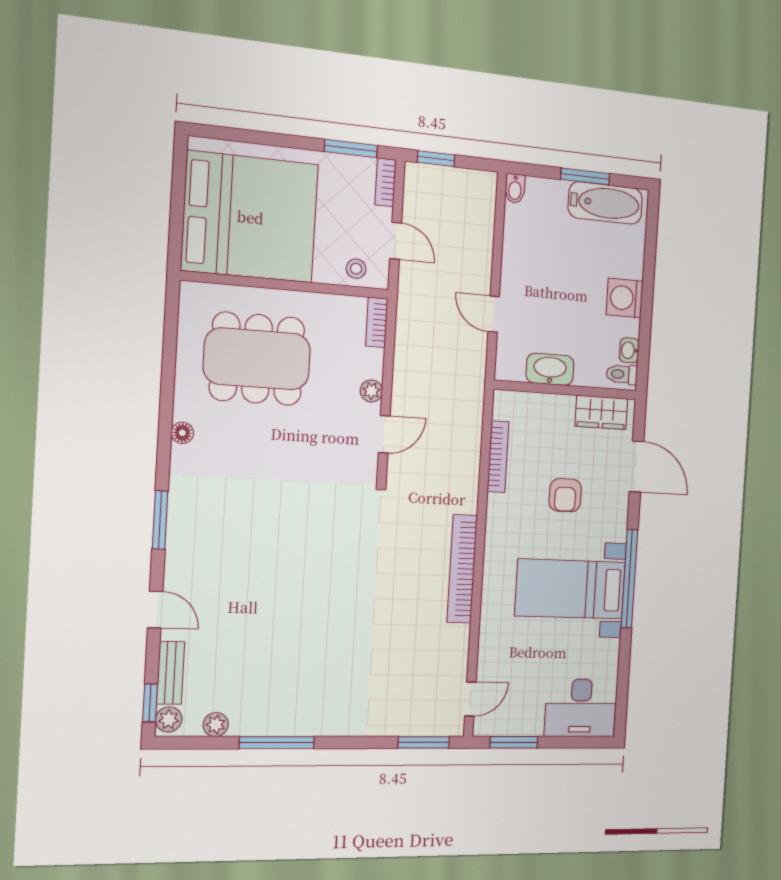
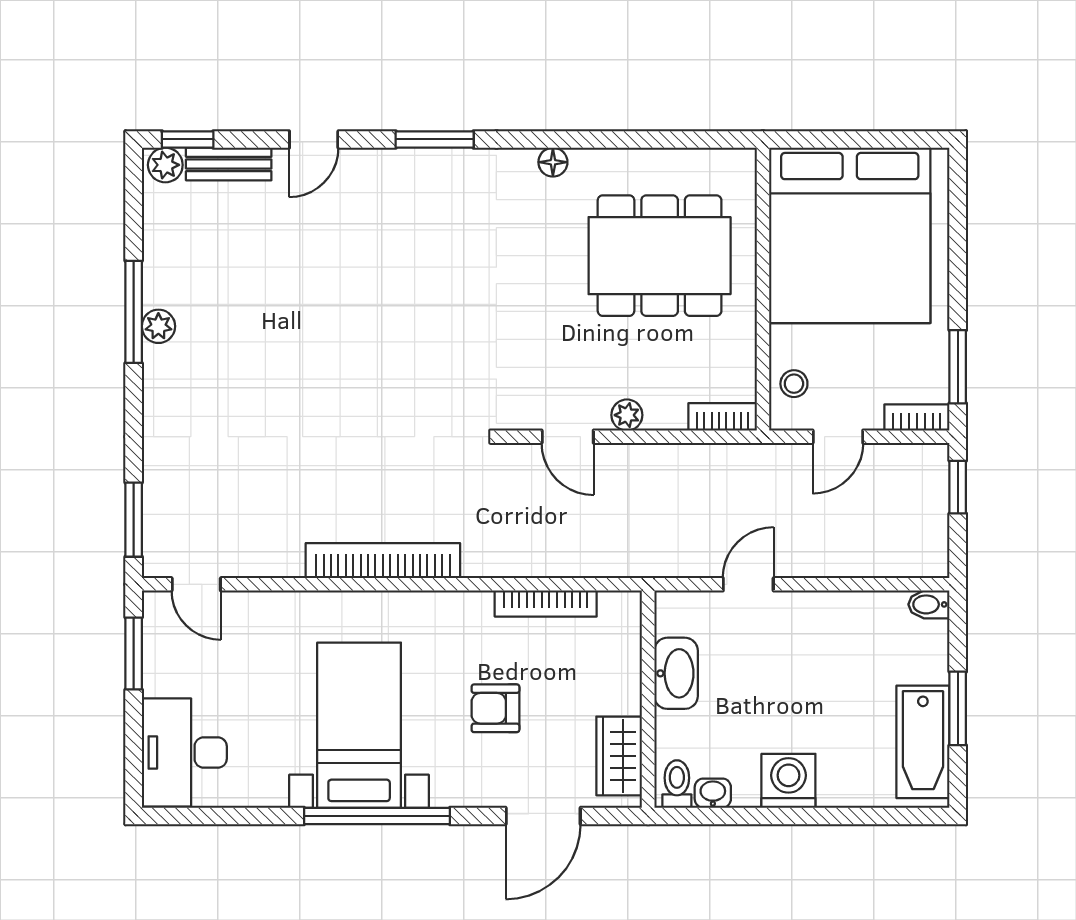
dining table: (257, 359) -> (660, 256), turned 90
plant: (216, 725) -> (158, 326), moved

